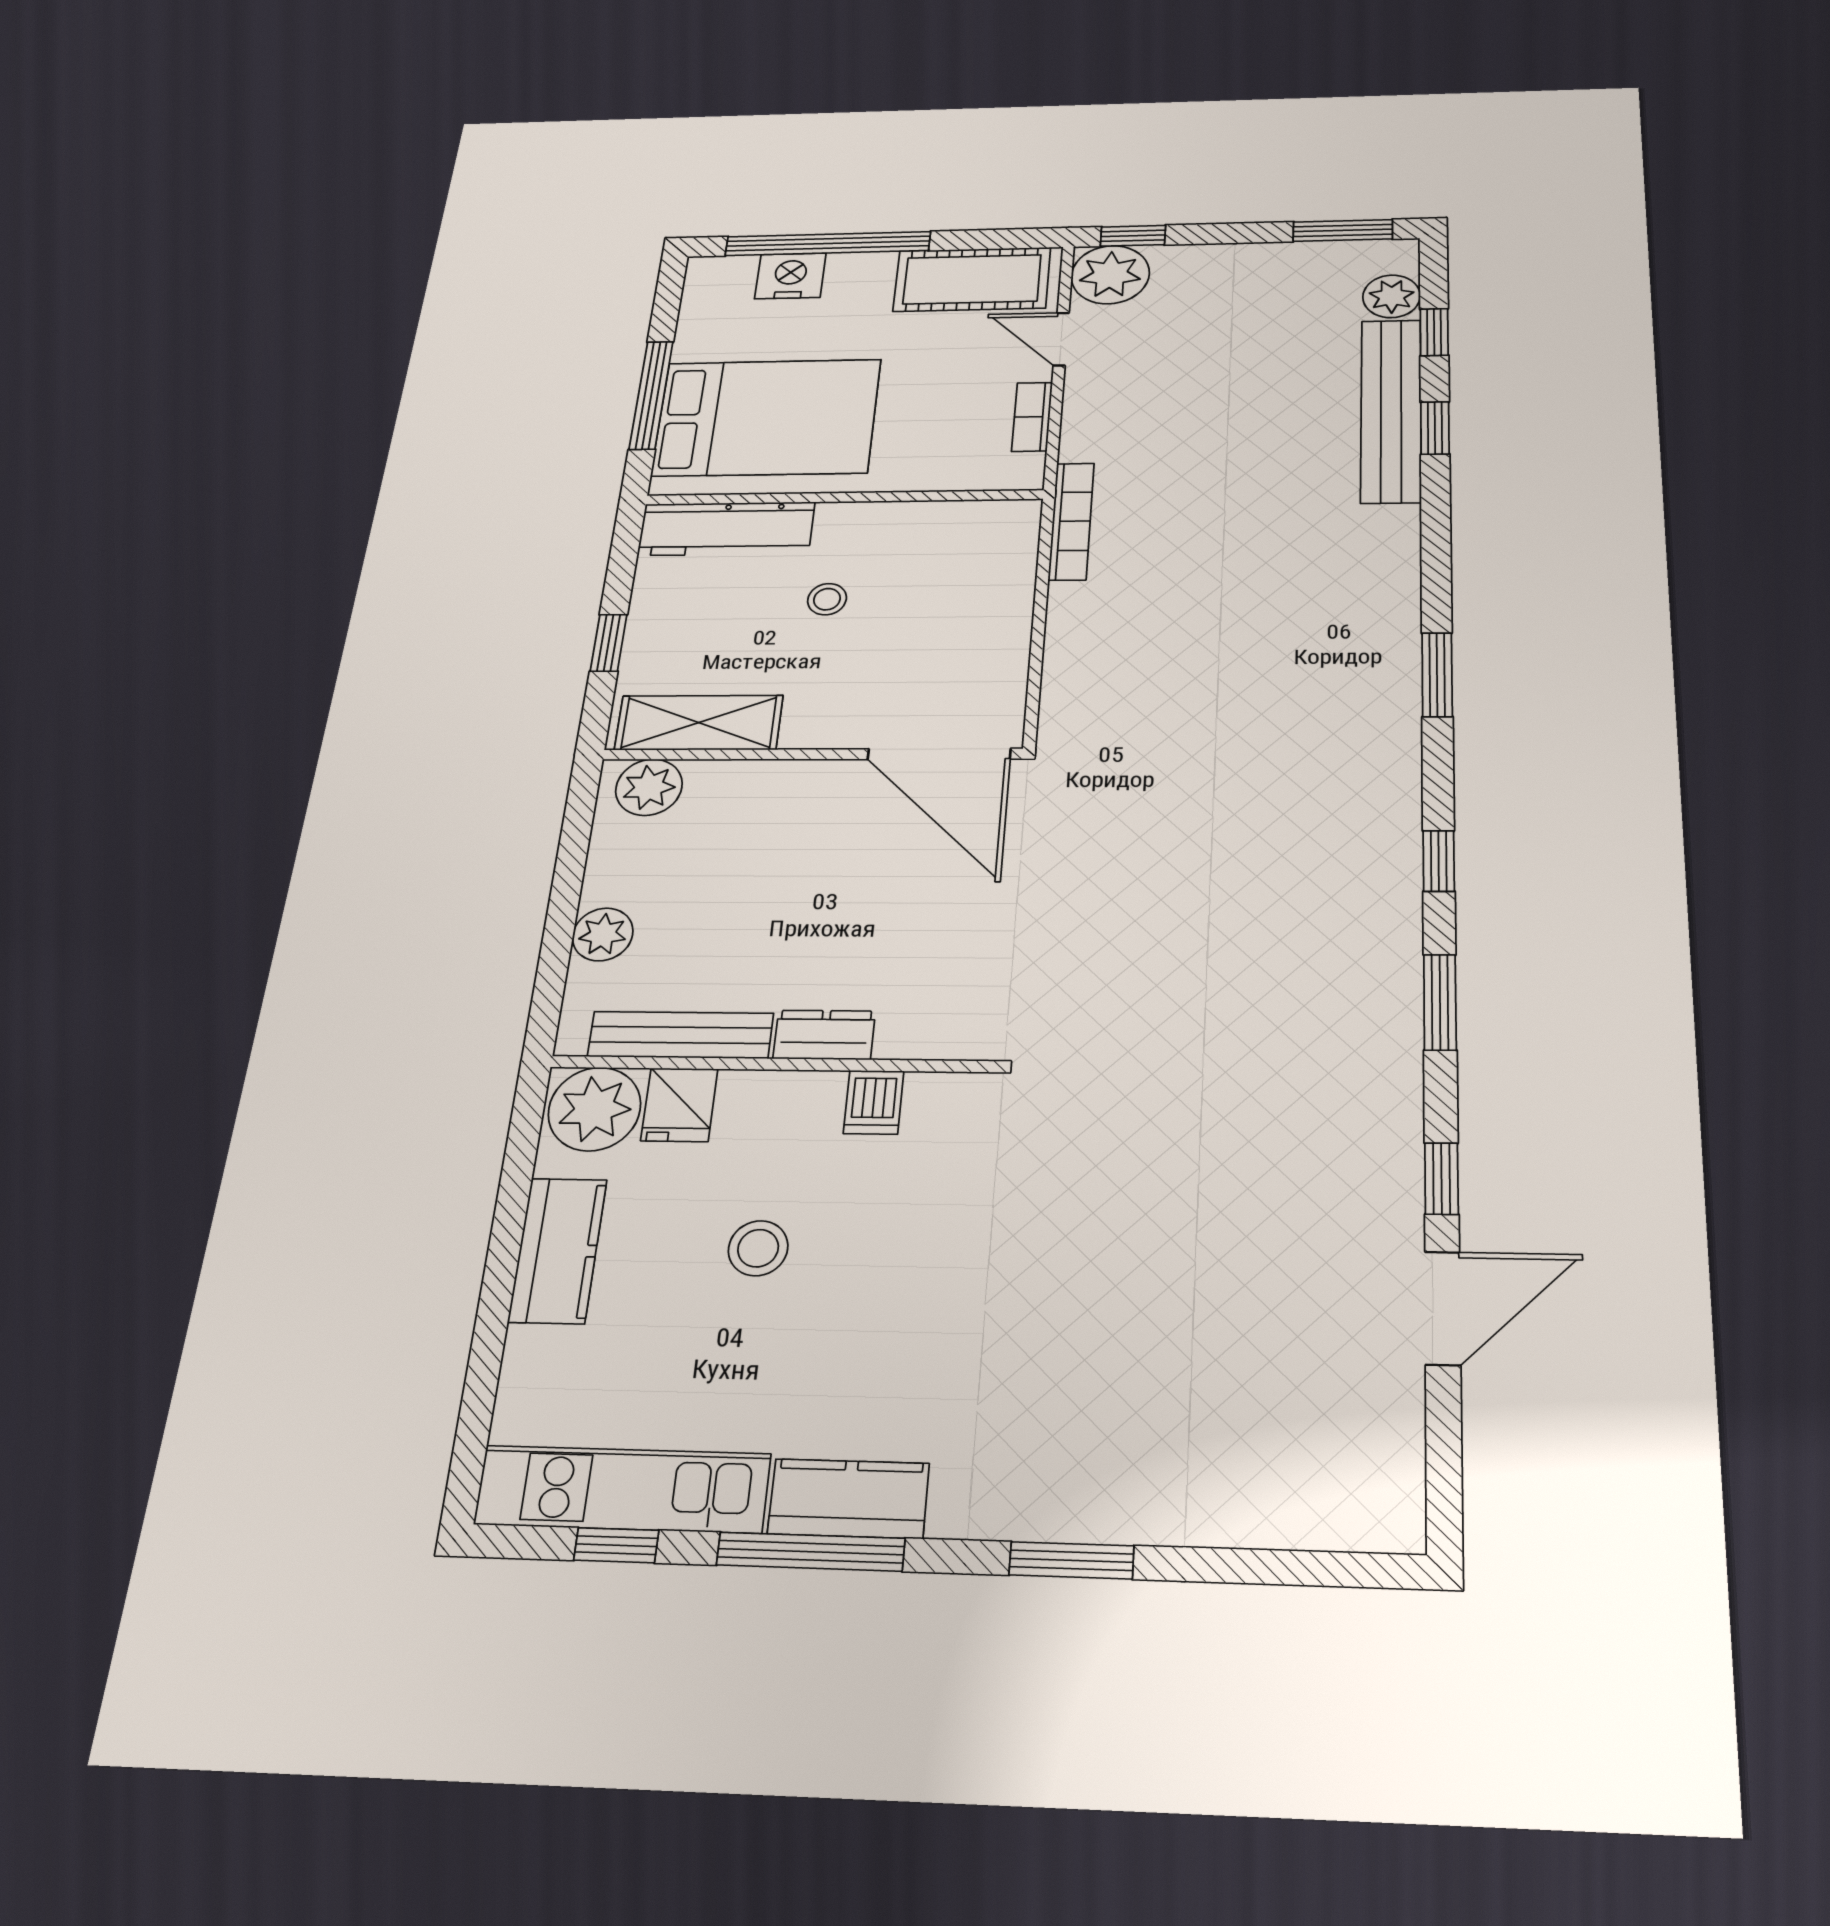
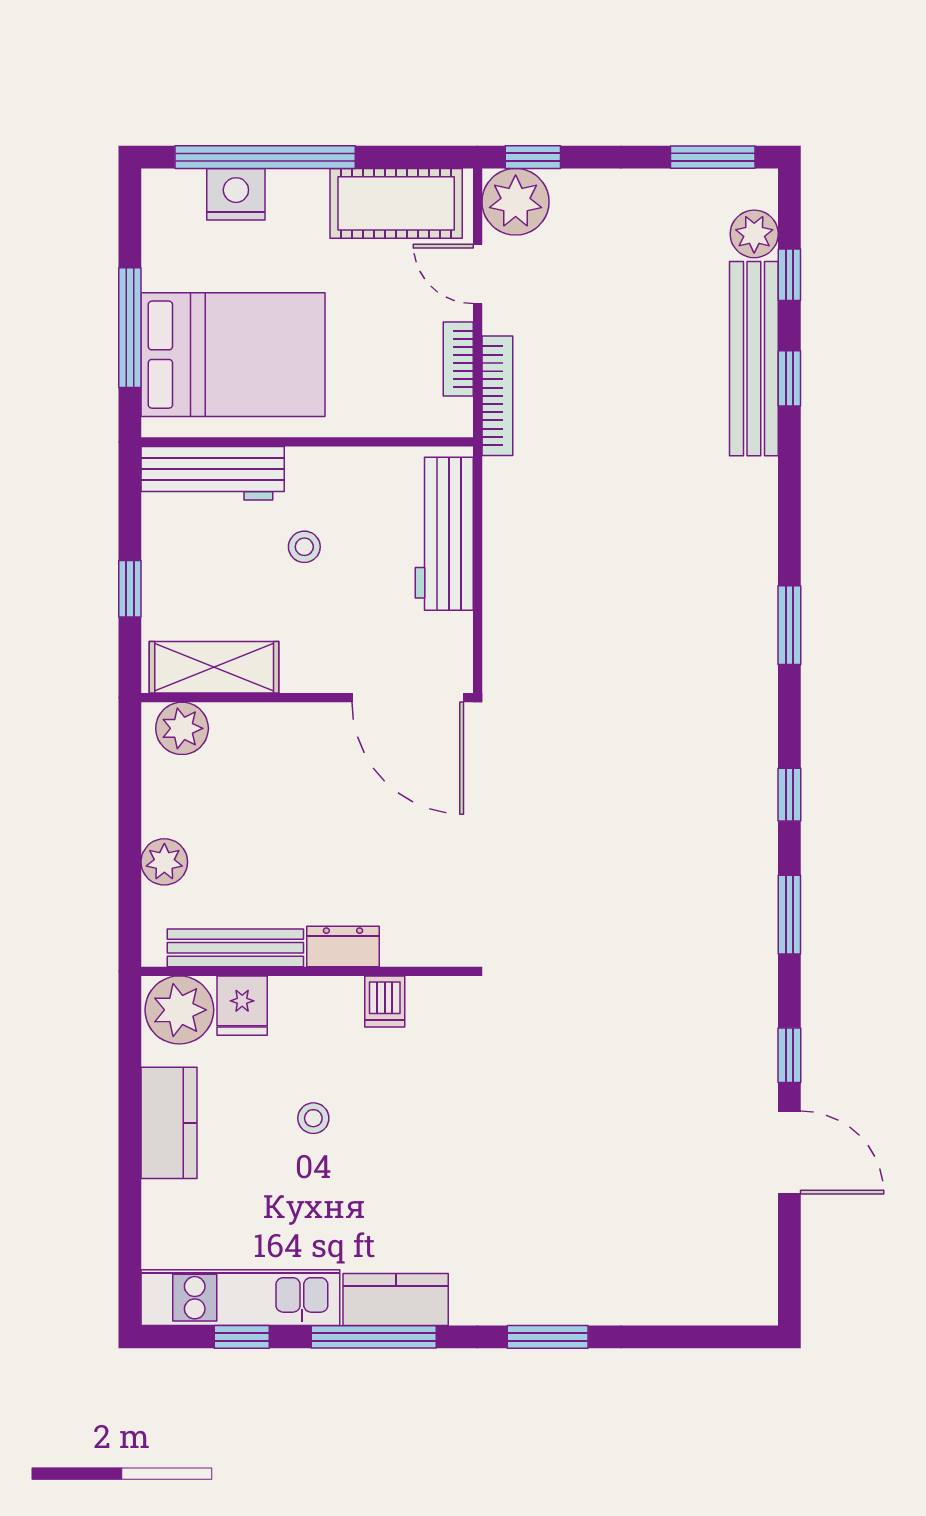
bookcase: (1071, 521) -> (497, 396), moved
workbench: (1001, 585) -> (444, 534), added
stool: (758, 1248) -> (313, 1118), width x0.73, depth x0.73
door: (1443, 1308) -> (789, 1153), hinge flipped

